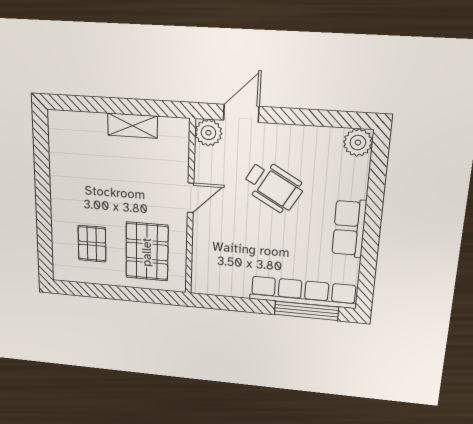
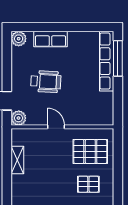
wheelchair: (273, 186) -> (46, 82), turned 63
row of seats: (349, 228) -> (50, 39), moved

